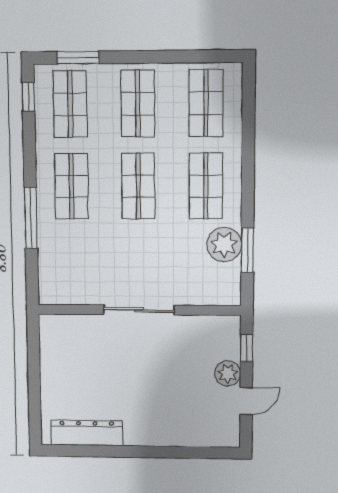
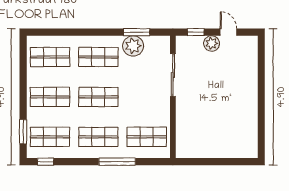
shop shelf: (73, 267) -> (147, 137), added
sliding door: (139, 310) -> (173, 75), moved
dresser: (87, 433) -> (250, 130), removed

